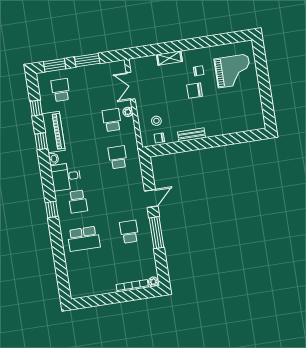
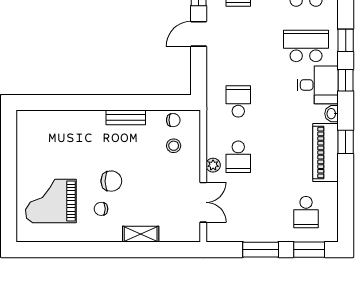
window: (36, 108) -> (346, 80), moved
school desk: (118, 157) -> (238, 101), turned 180
school desk: (78, 202) -> (306, 46), width x1.85

